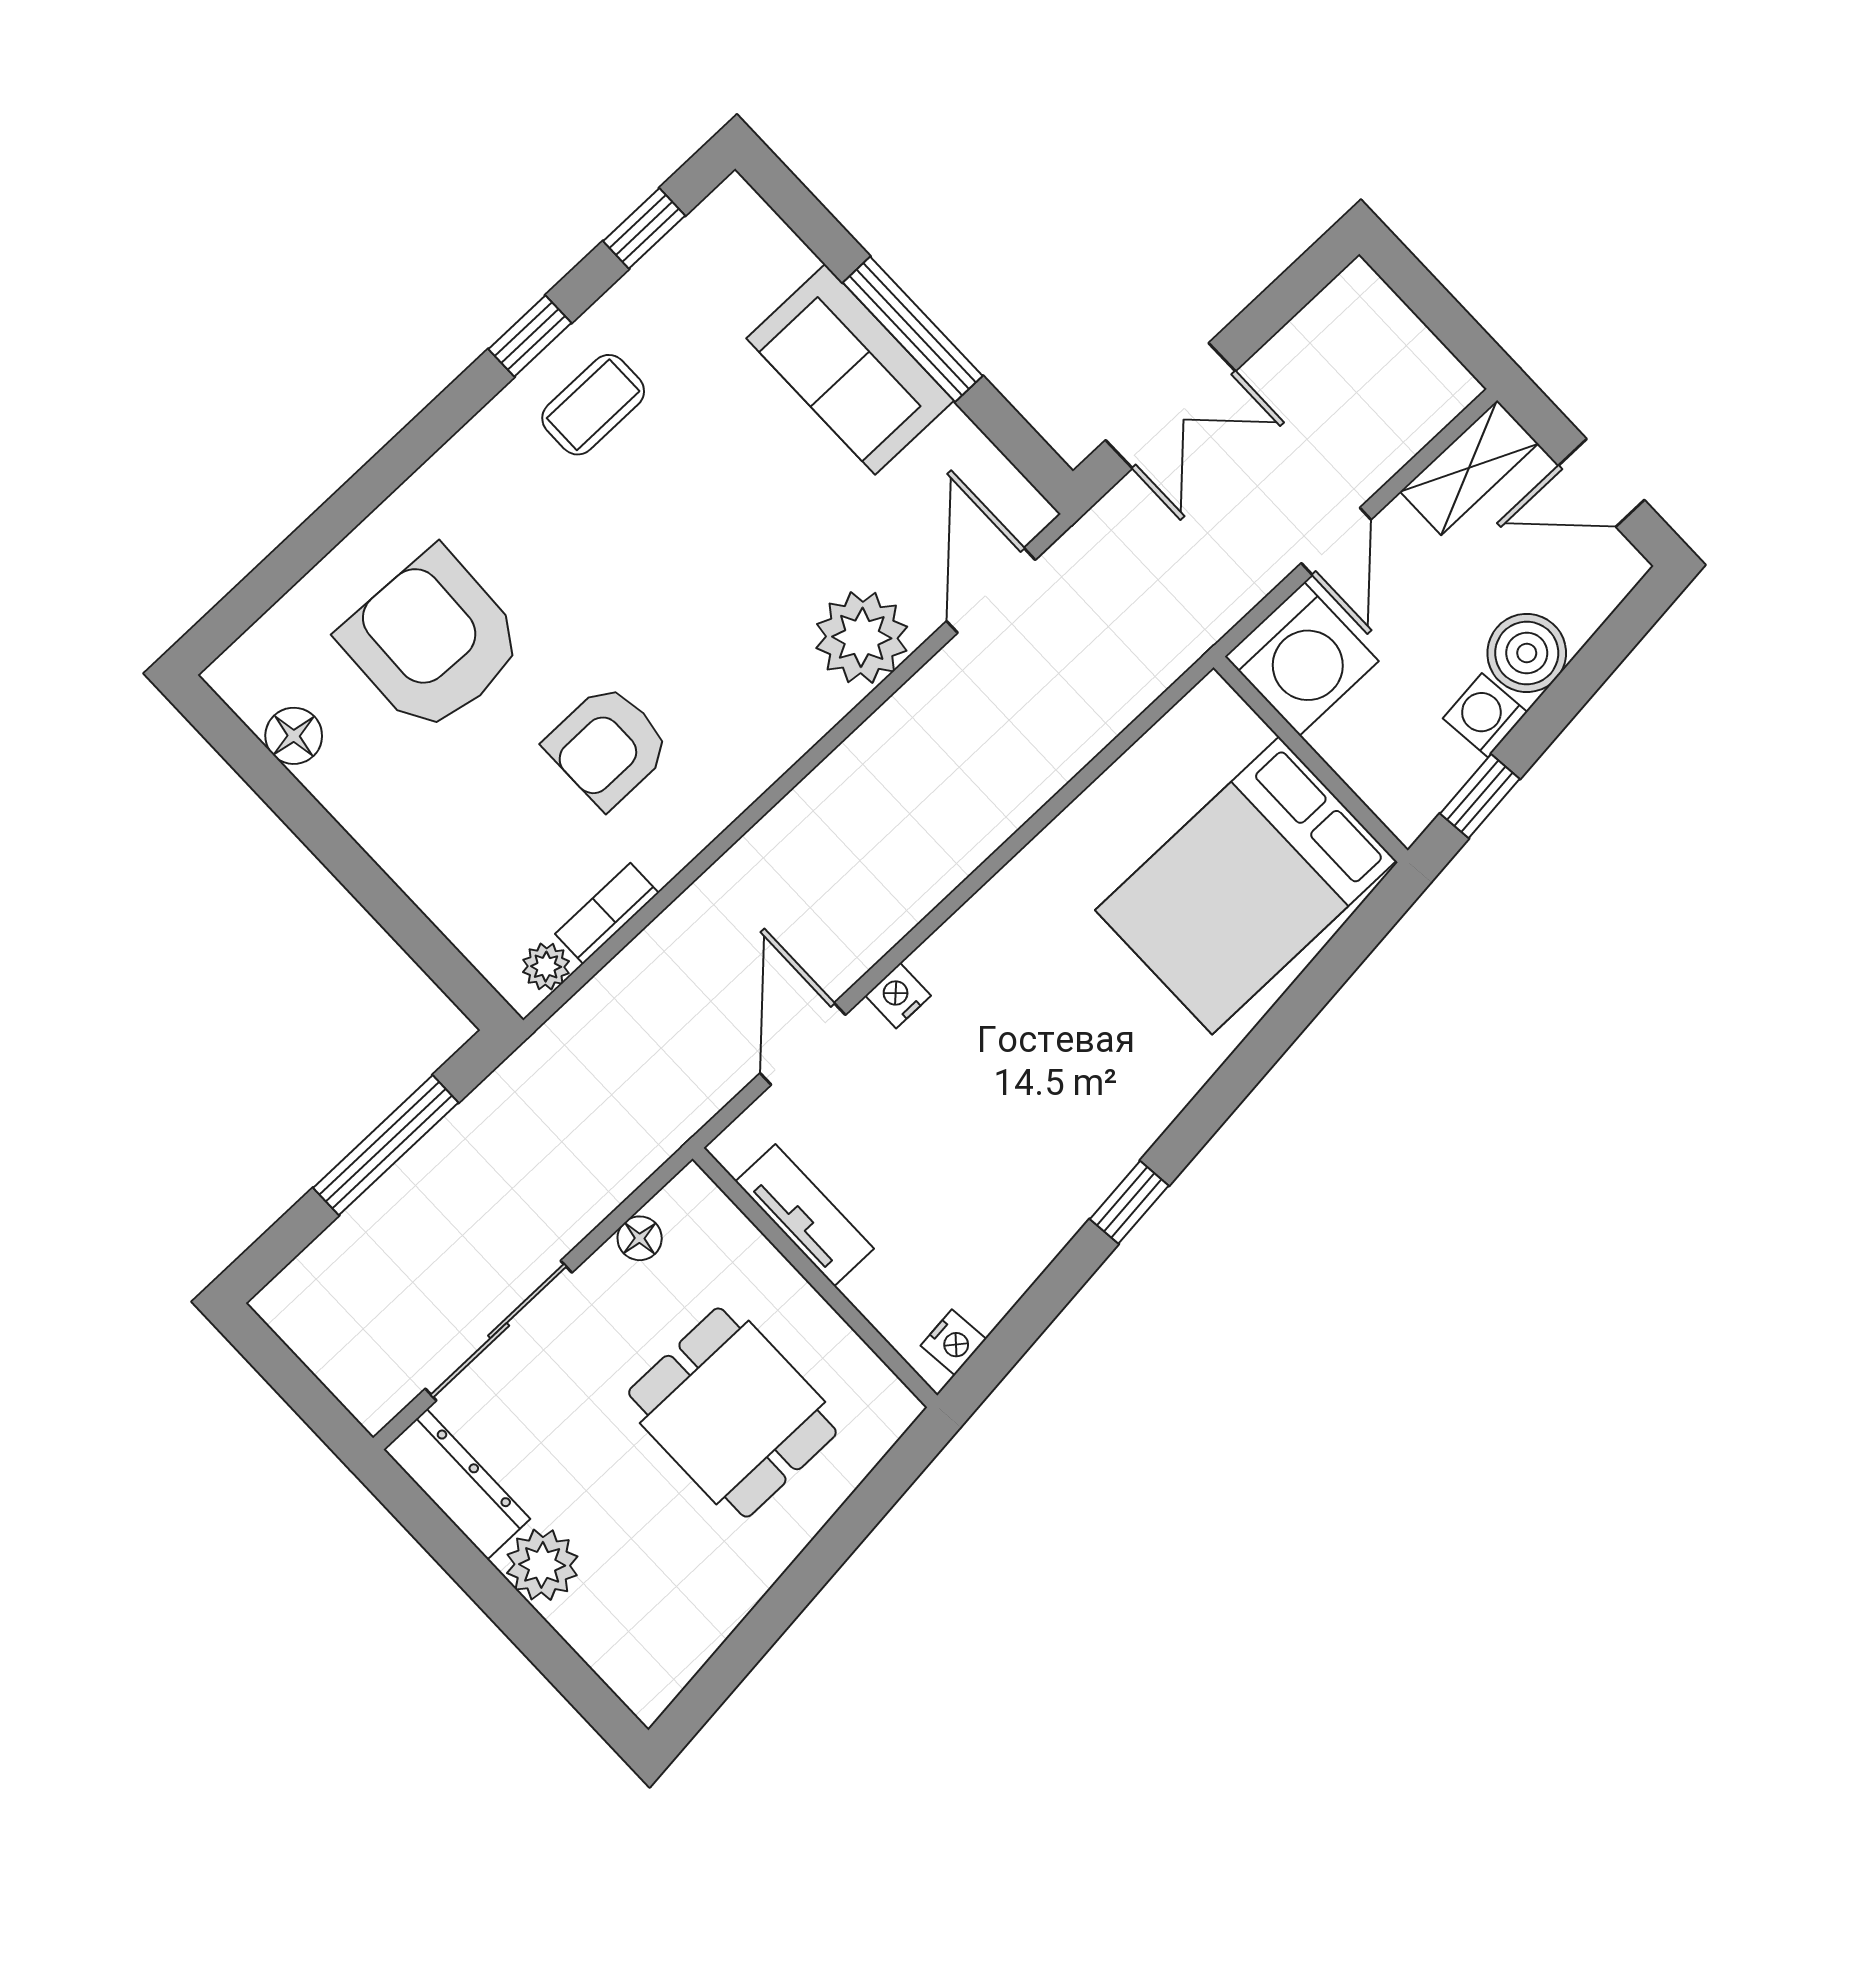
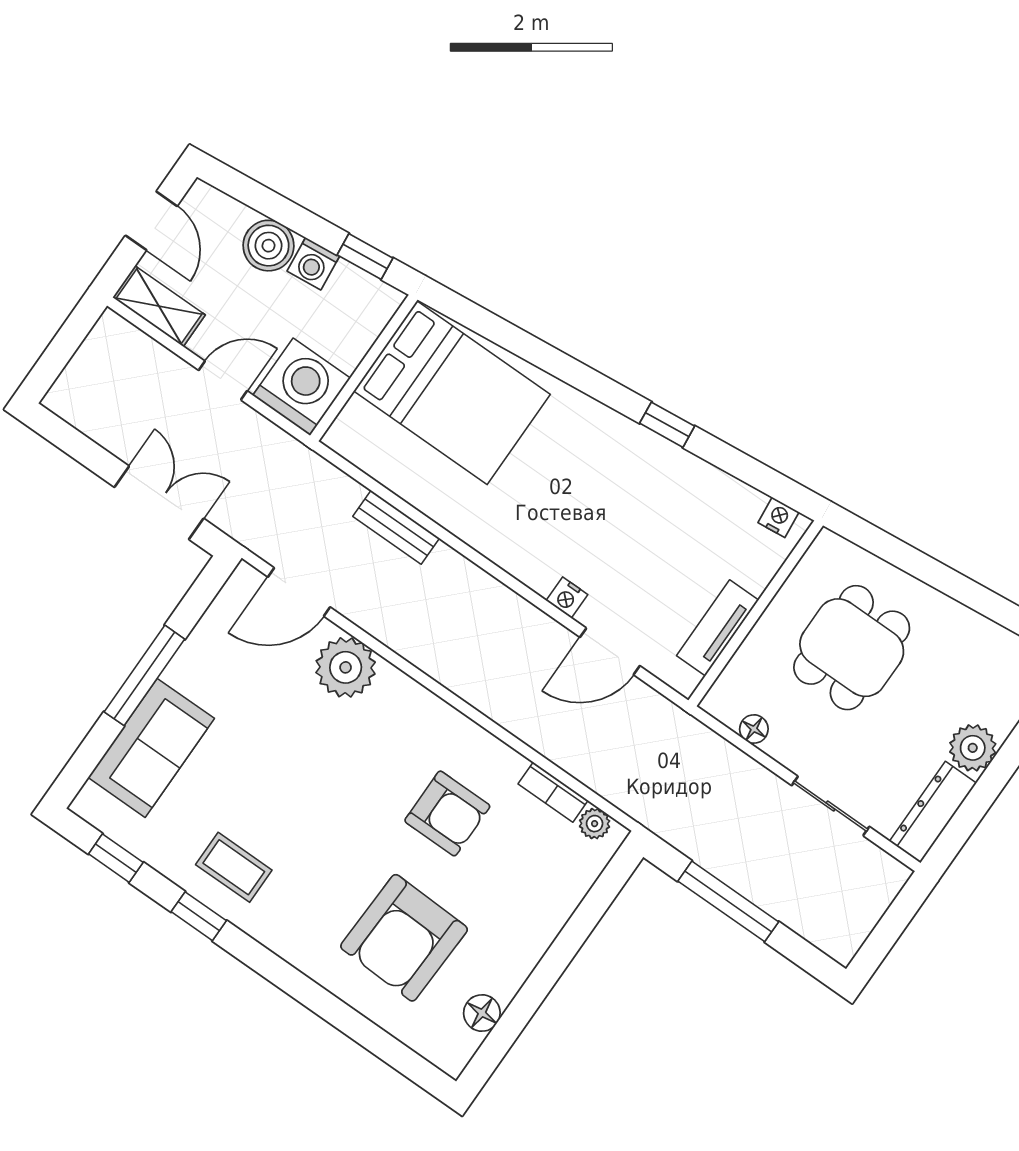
sofa: (850, 369) -> (151, 748), moved
bench: (1059, 758) -> (396, 527), added
sliding door: (499, 1331) -> (831, 806), width x0.73

